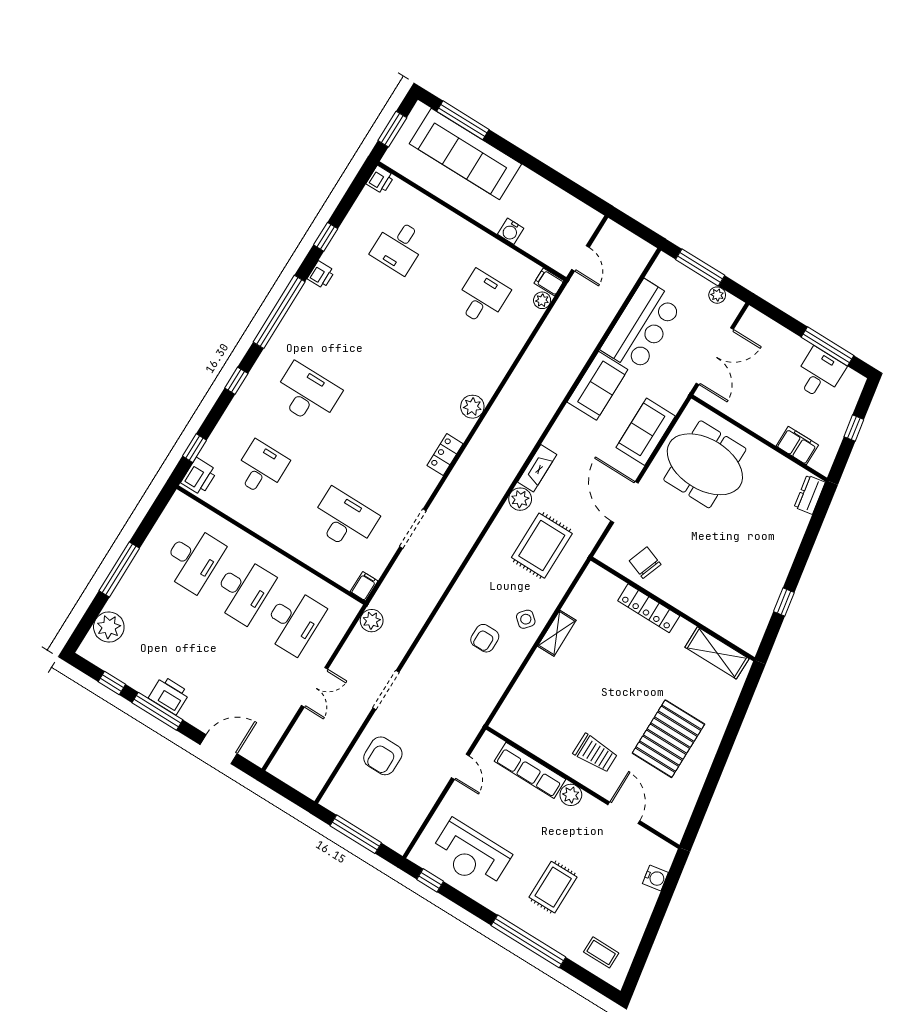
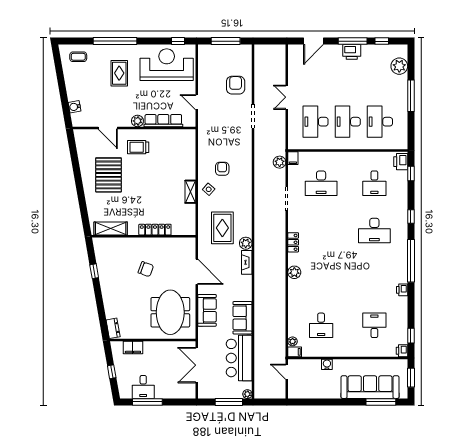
window: (326, 237) -> (411, 336), moved
plant: (717, 295) -> (247, 394), moved
meeting table: (705, 464) -> (170, 312), turned 90
chair: (645, 563) -> (146, 269), moved
plant: (372, 621) -> (280, 162), moved
reception desk: (471, 855) -> (167, 65), width x1.36, depth x1.30

